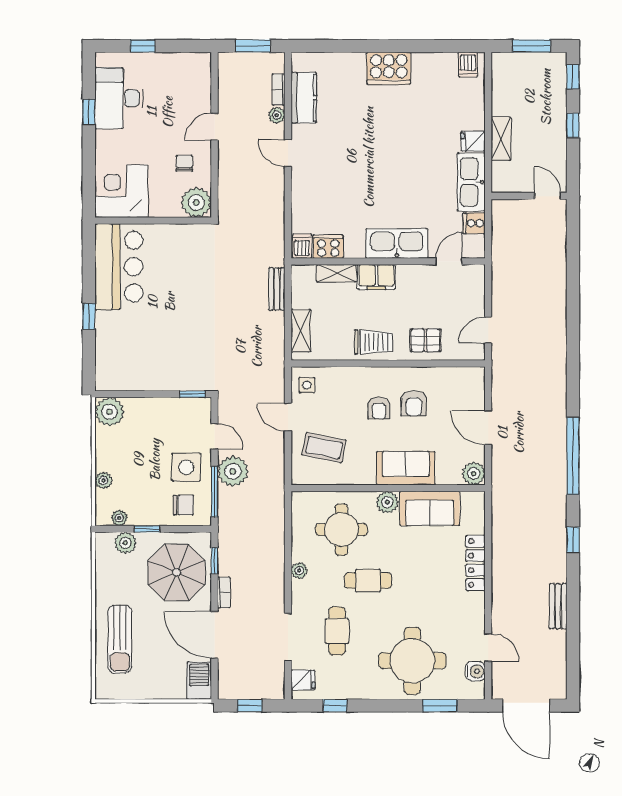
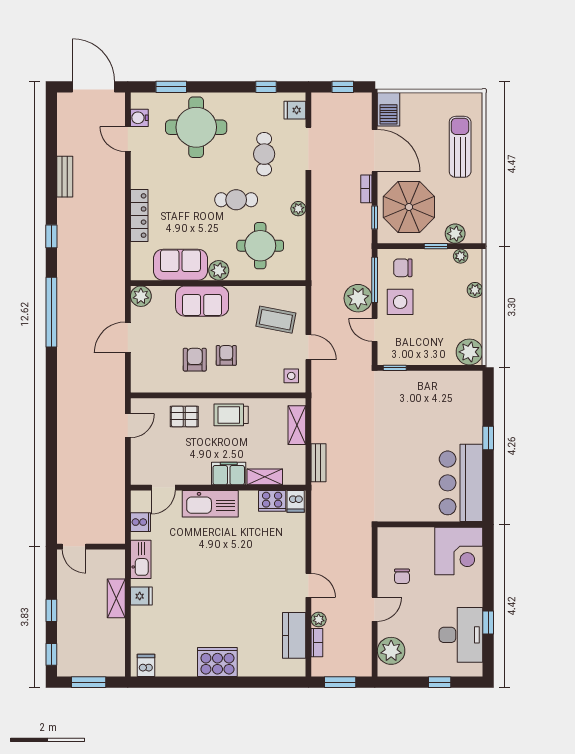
kitchen sink: (471, 182) -> (141, 559), width x0.73, depth x0.81
plant: (196, 202) -> (391, 651), moved
door: (488, 428) -> (128, 338), swing flipped

